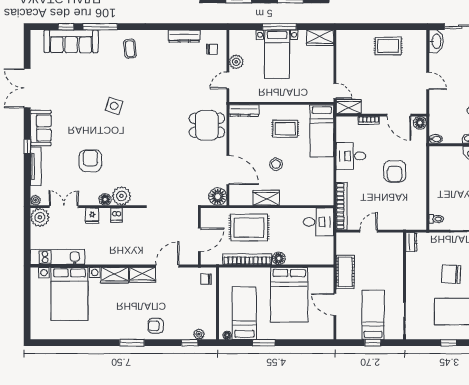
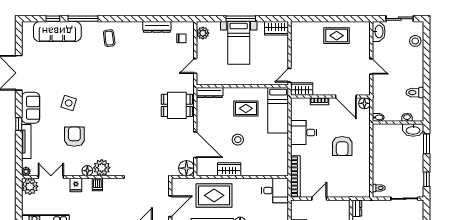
plant: (236, 62) -> (203, 33), moved
door: (335, 91) -> (290, 75), swing flipped
side table: (114, 106) -> (69, 103), moved

